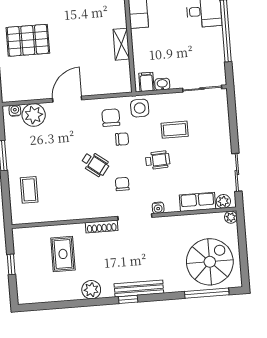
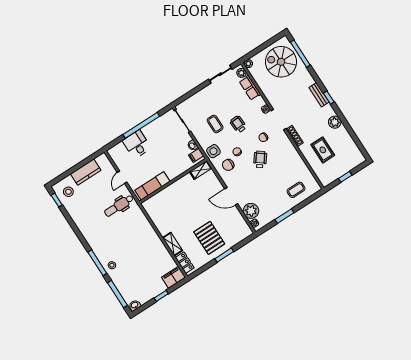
shelving: (121, 44) -> (201, 170), moved
rug: (63, 254) -> (323, 150), turned 90
bench: (139, 288) -> (319, 95), width x0.73

